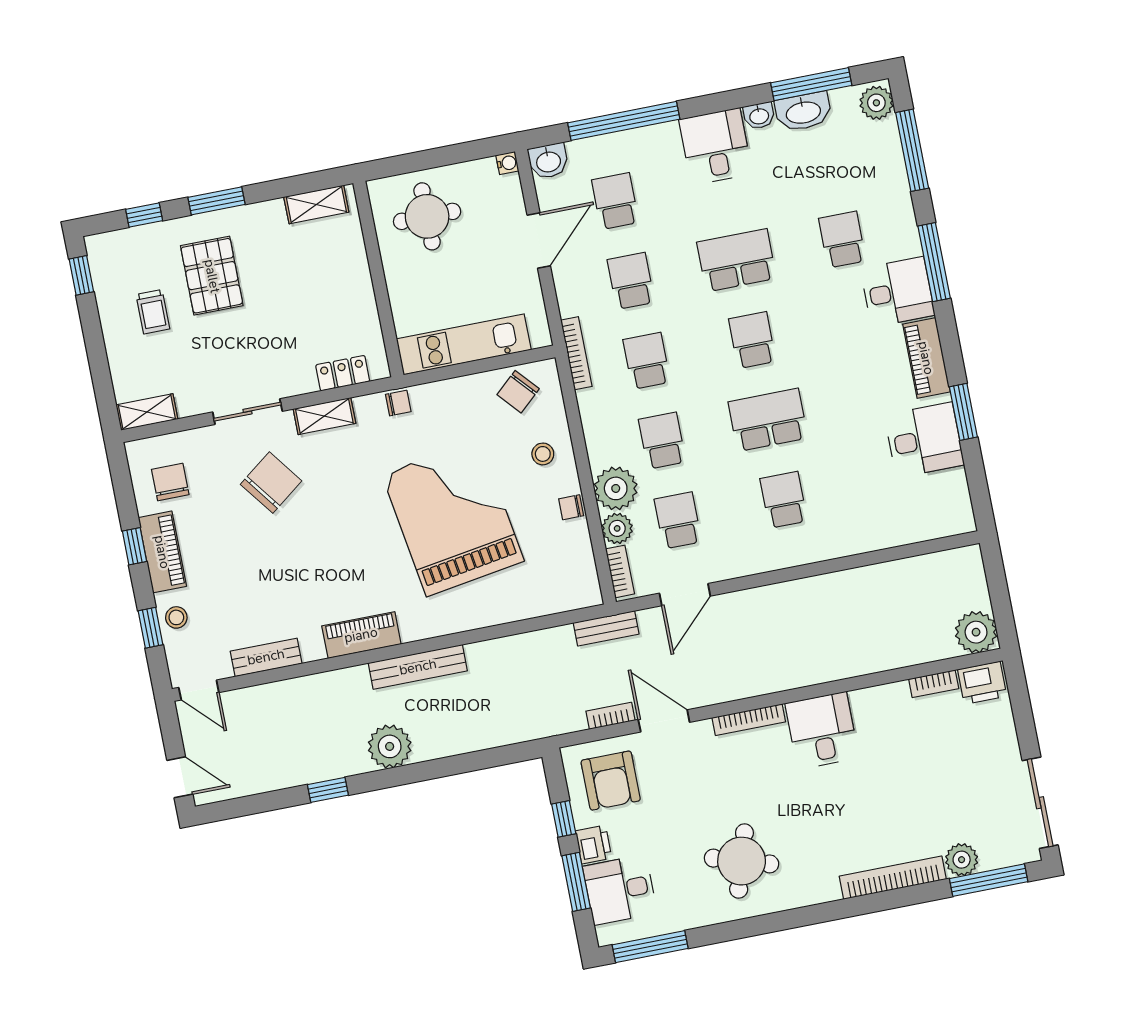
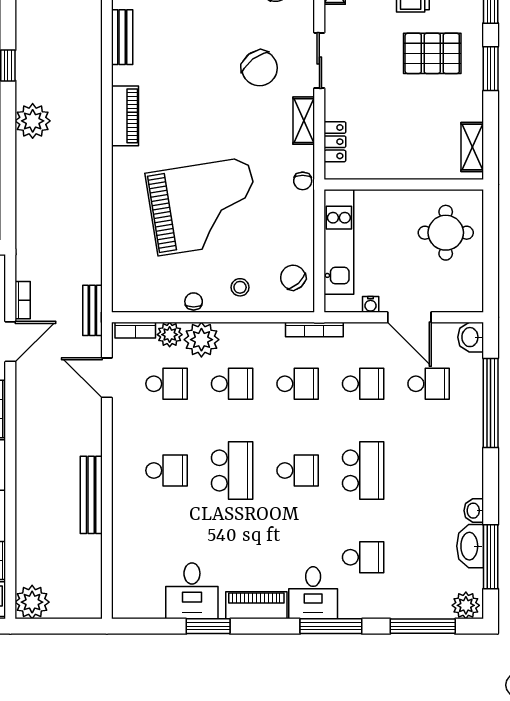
desk: (716, 147) -> (456, 472), removed
water cooler: (507, 163) -> (371, 304), moved
bench: (418, 667) -> (91, 495), moved

